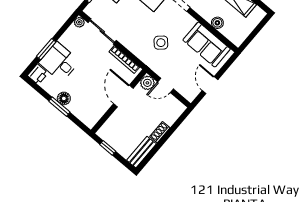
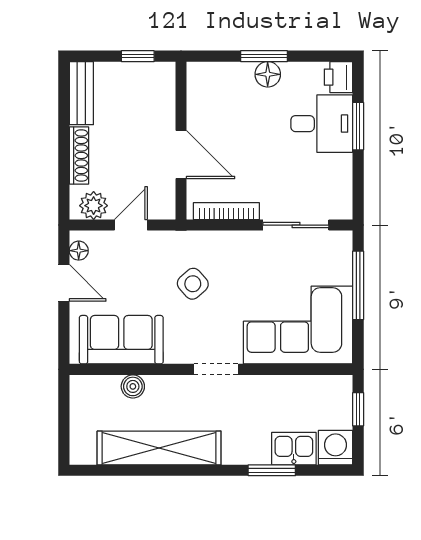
plant: (79, 22) -> (342, 209), removed
plant: (147, 83) -> (94, 206), moved
floor lamp: (194, 93) -> (79, 251), added
shoe rack: (160, 132) -> (79, 155), width x1.43

